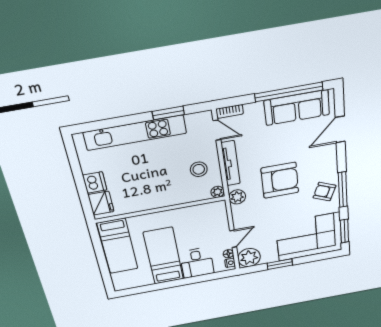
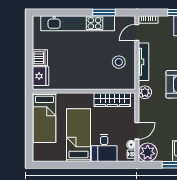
door: (217, 130) -> (137, 33), swing flipped
plant: (218, 192) -> (130, 85), removed
wardrobe: (198, 212) -> (112, 100), added

